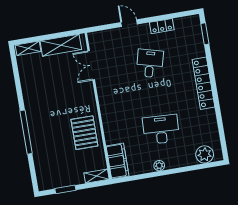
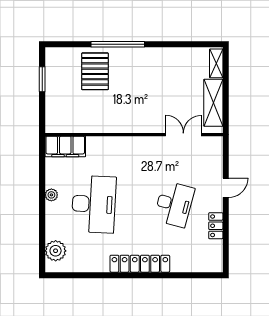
window: (205, 34) -> (198, 275), removed
desk: (150, 63) -> (174, 204), width x1.37
desk: (161, 129) -> (94, 204), width x1.36, depth x1.30
pallet: (84, 133) -> (95, 71), moved, turned 90
shelving: (97, 176) -> (52, 119), removed

